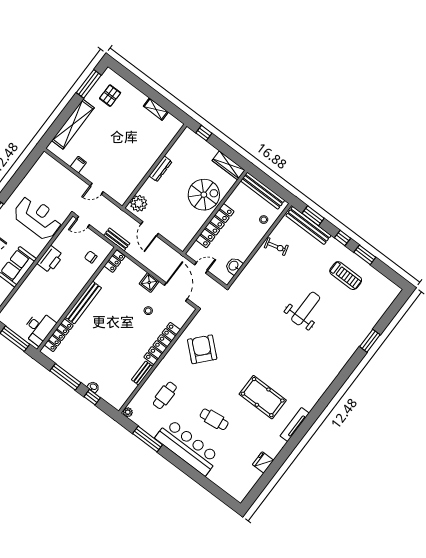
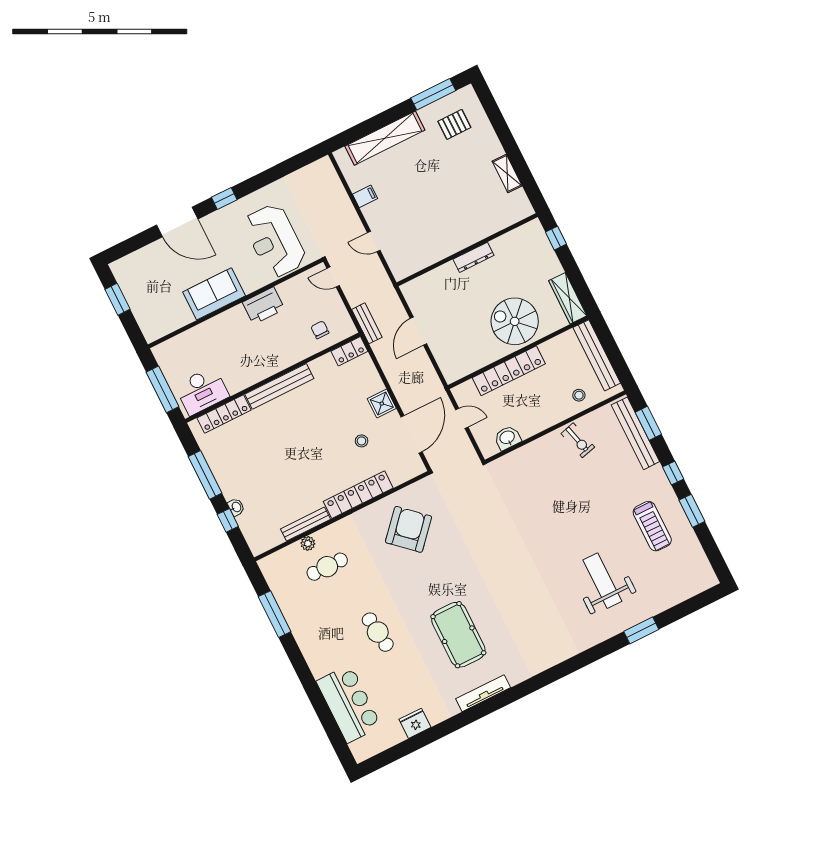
spiral stairs: (204, 195) -> (515, 321), turned 180
plant: (139, 203) -> (421, 289), removed
reception desk: (38, 218) -> (275, 241), turned 180
weight bench: (306, 308) -> (602, 581), moved, turned -90
bench: (142, 373) -> (306, 524), width x1.36
plant: (128, 412) -> (308, 543), moved
bar counter: (187, 447) -> (349, 704), moved, width x0.73

